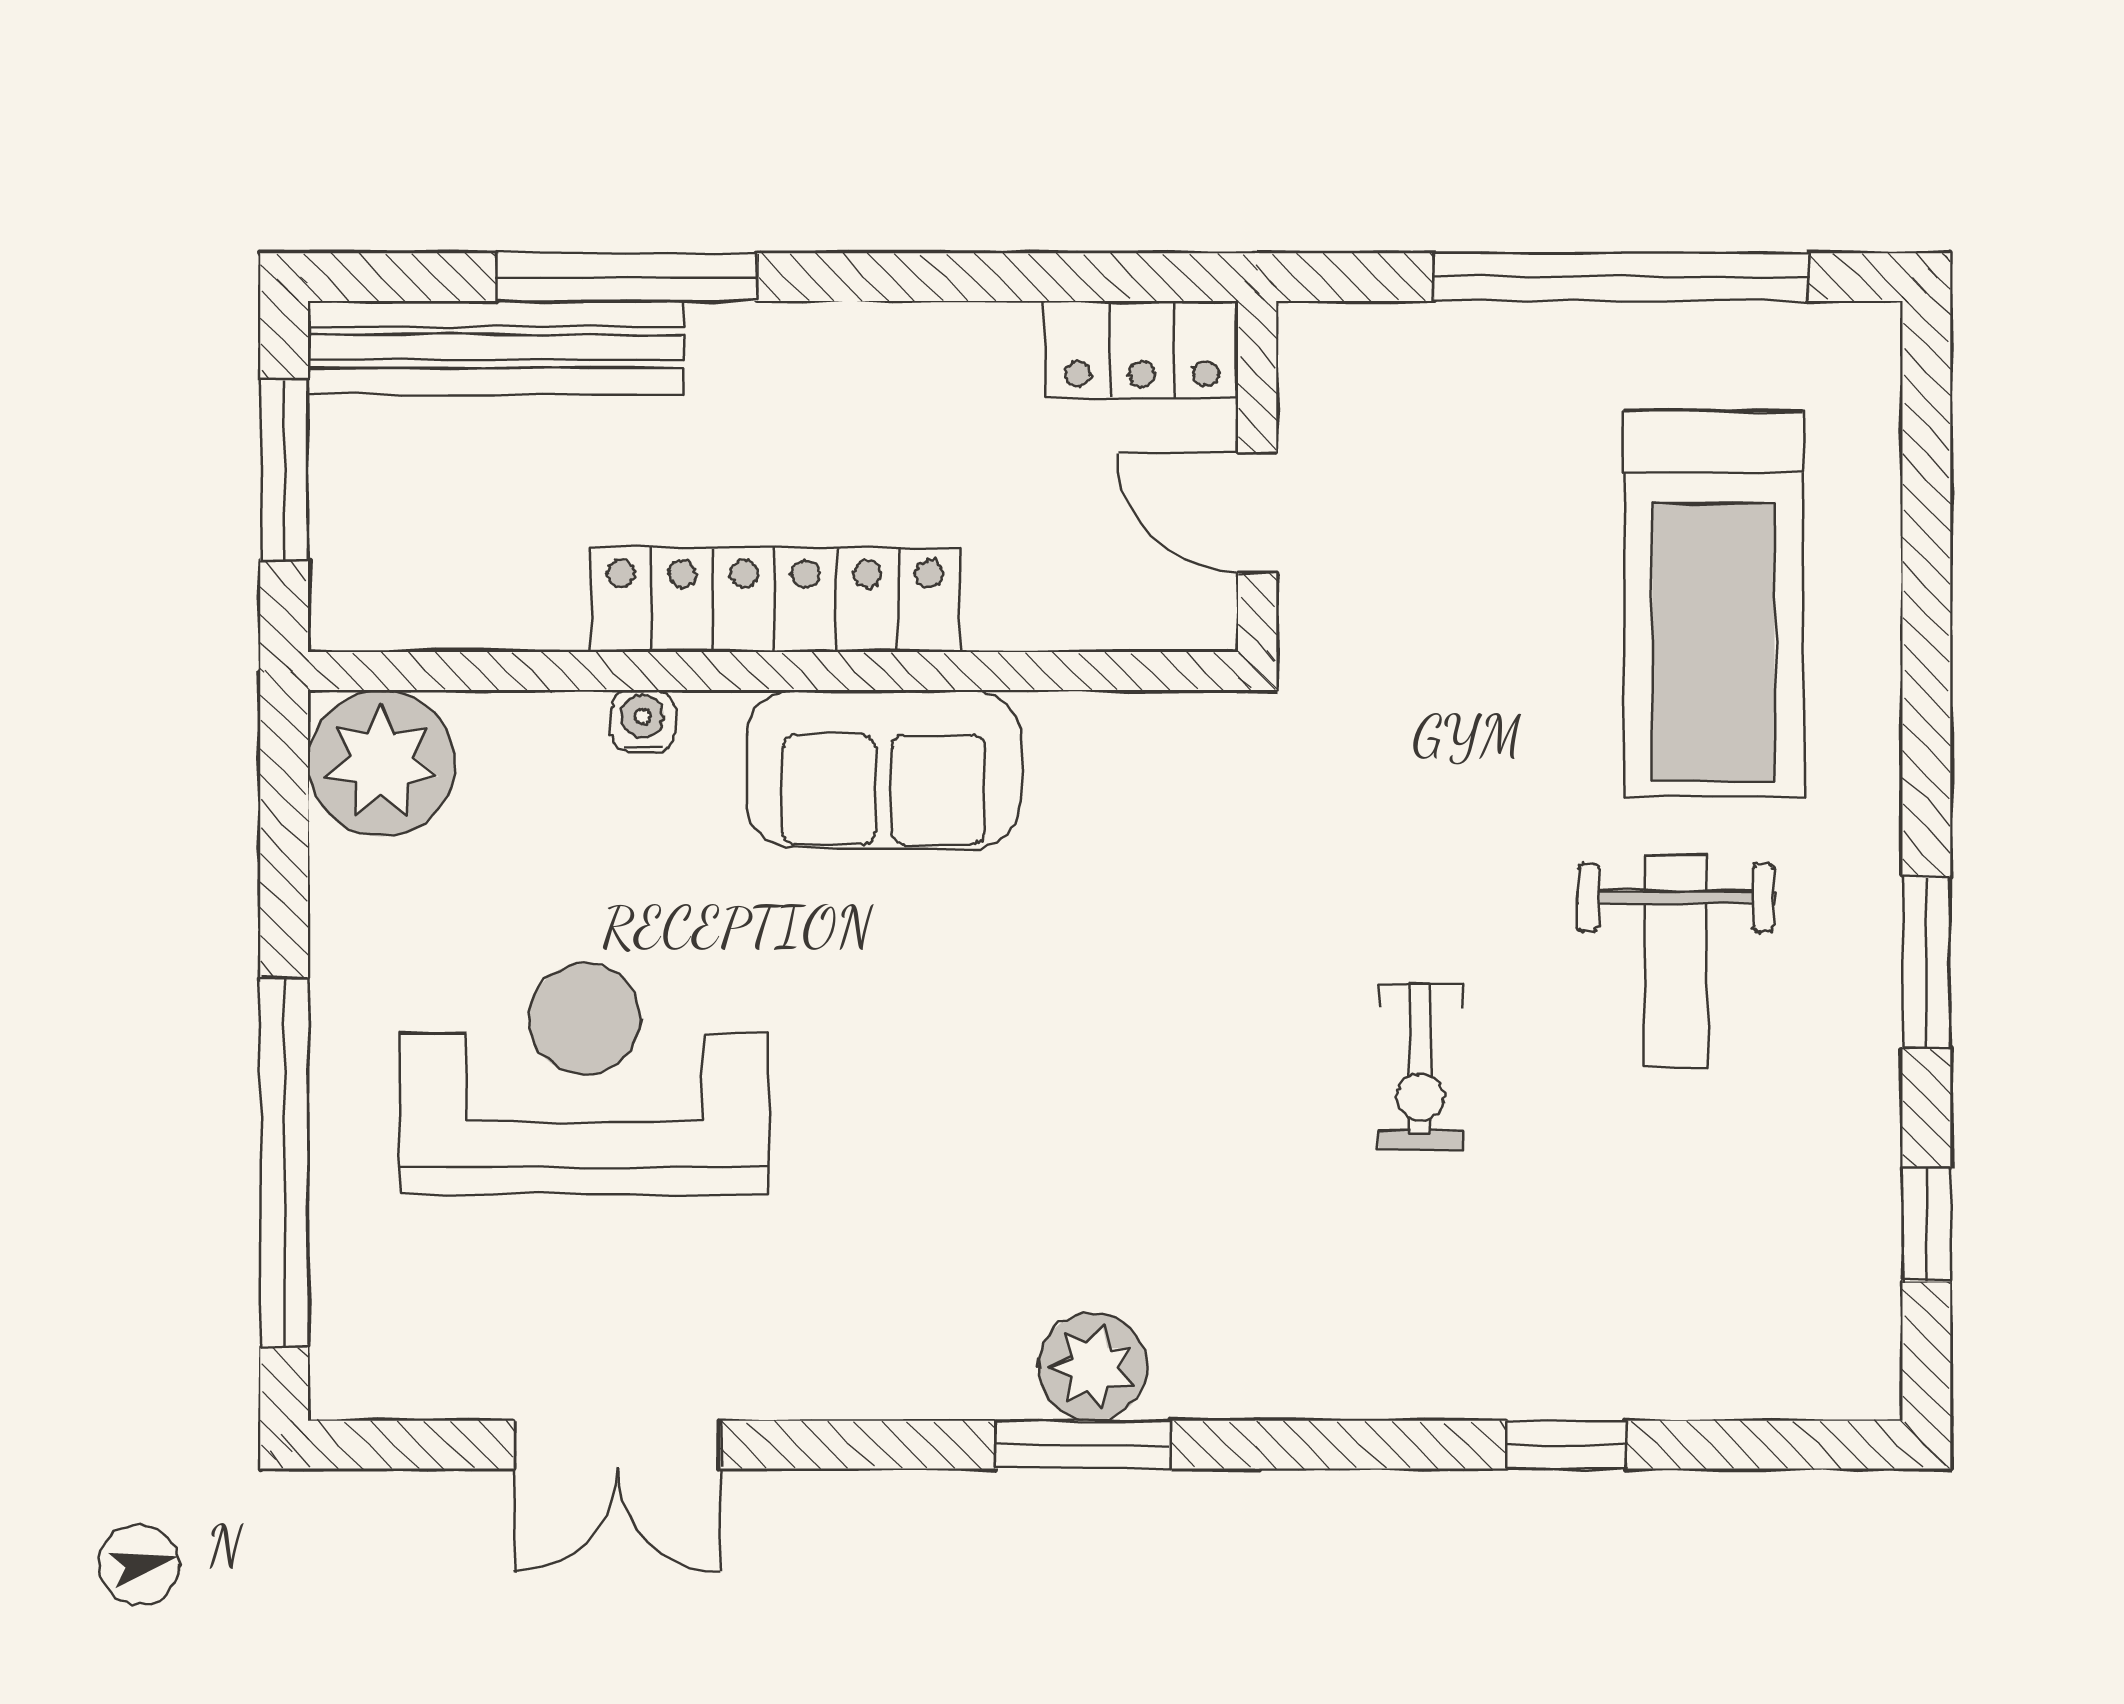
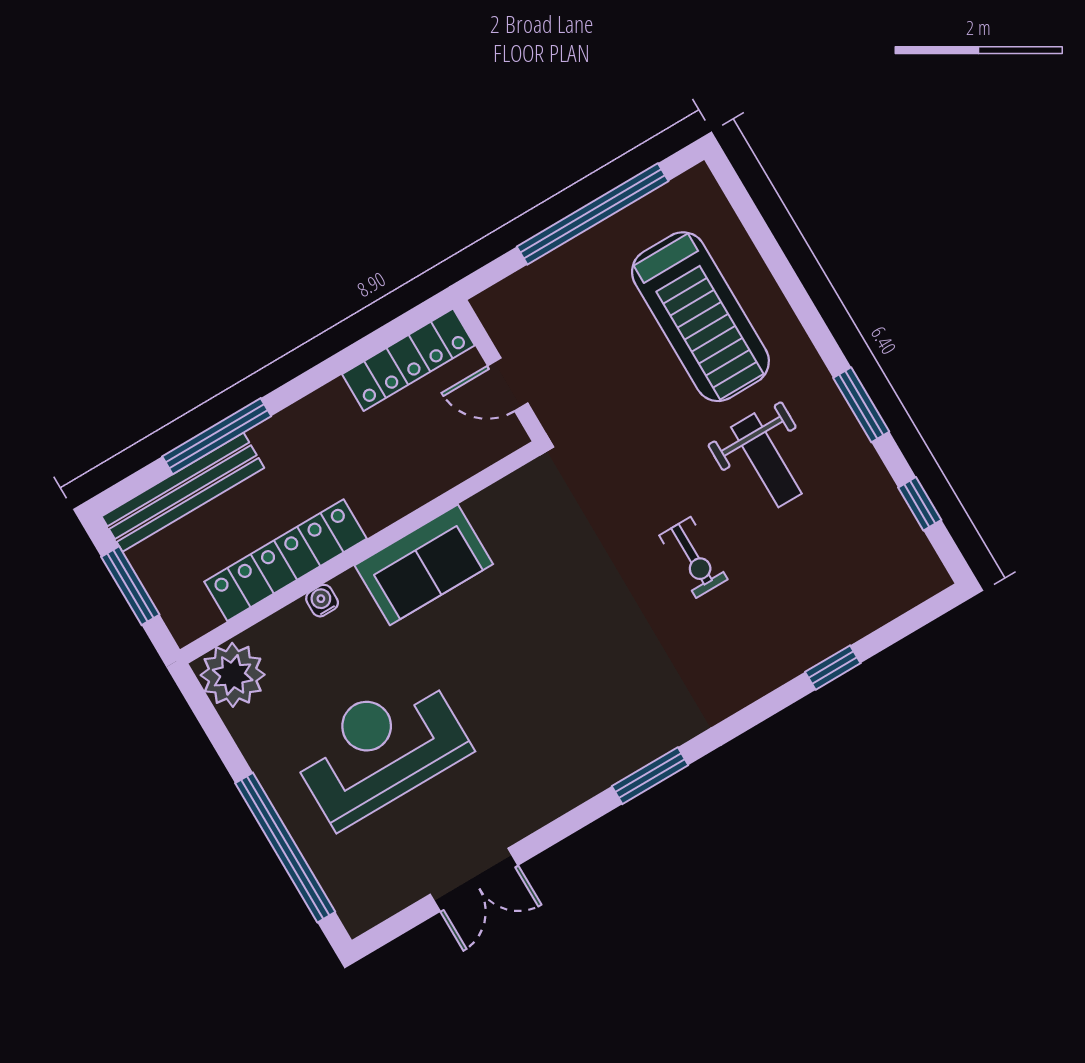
locker: (1142, 349) -> (408, 360), width x1.53
locker: (775, 600) -> (285, 560), moved
plant: (1093, 1367) -> (636, 744), removed

